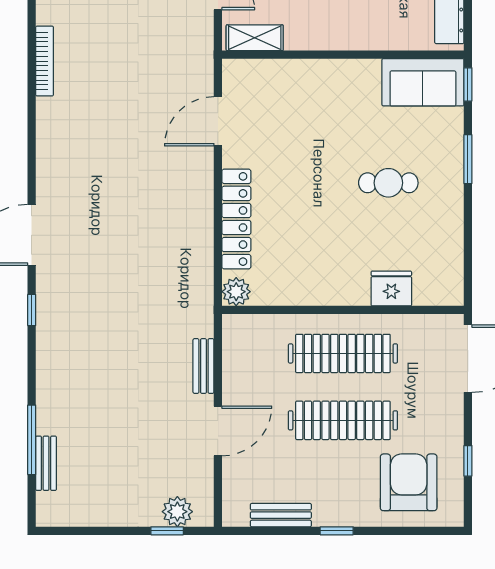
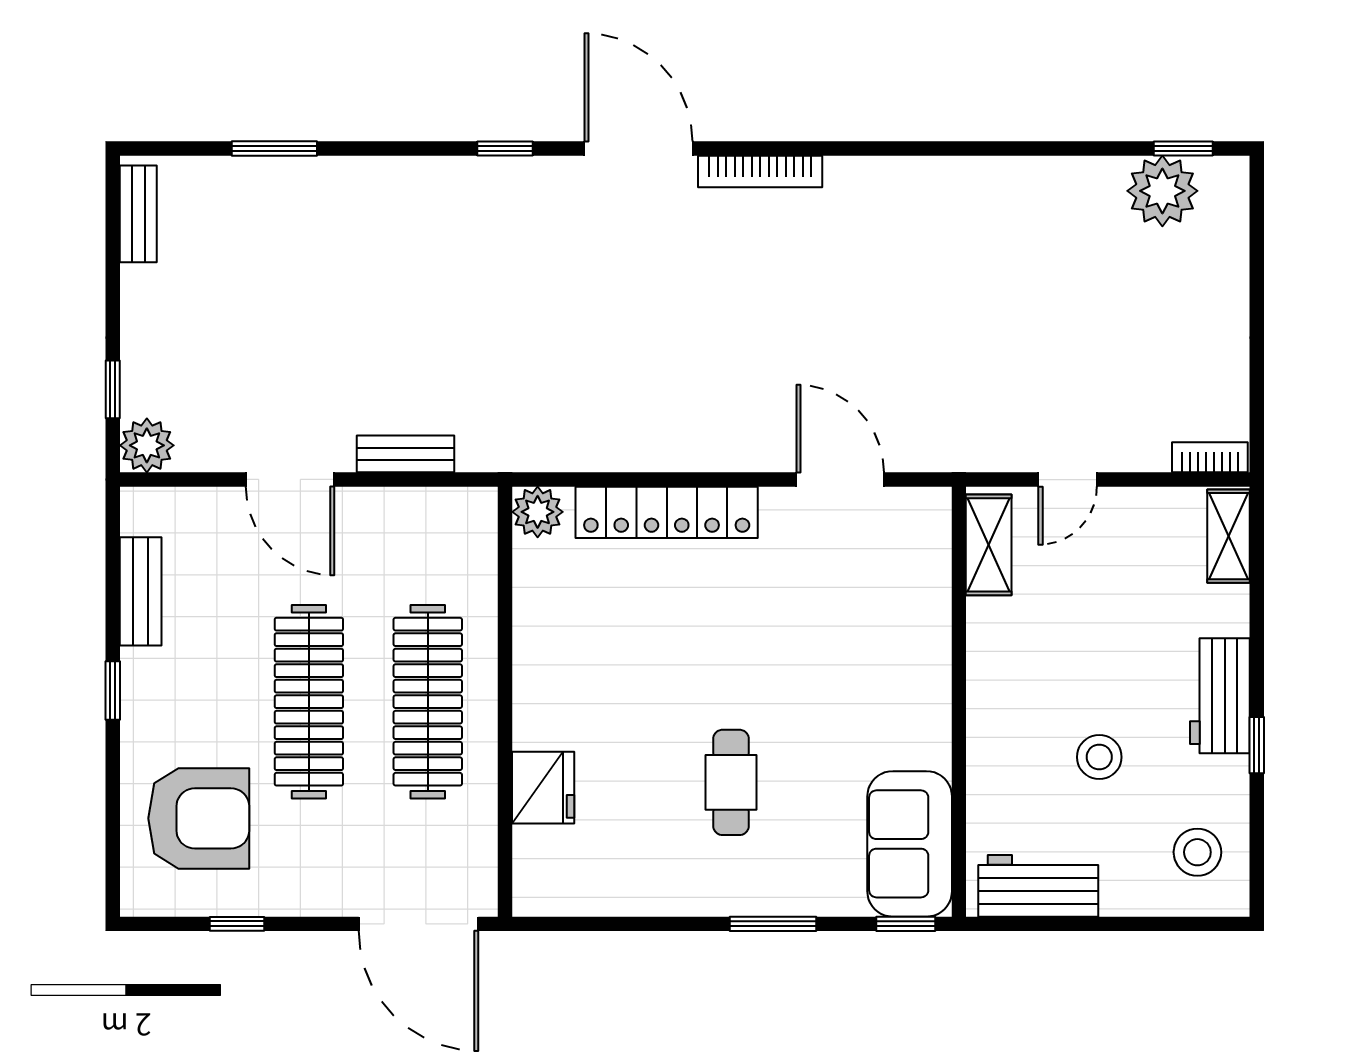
bookcase: (45, 61) -> (760, 172), moved
window: (32, 440) -> (274, 149), width x0.69
bench: (46, 463) -> (138, 214), moved, turned 90
plant: (177, 512) -> (147, 445), moved

